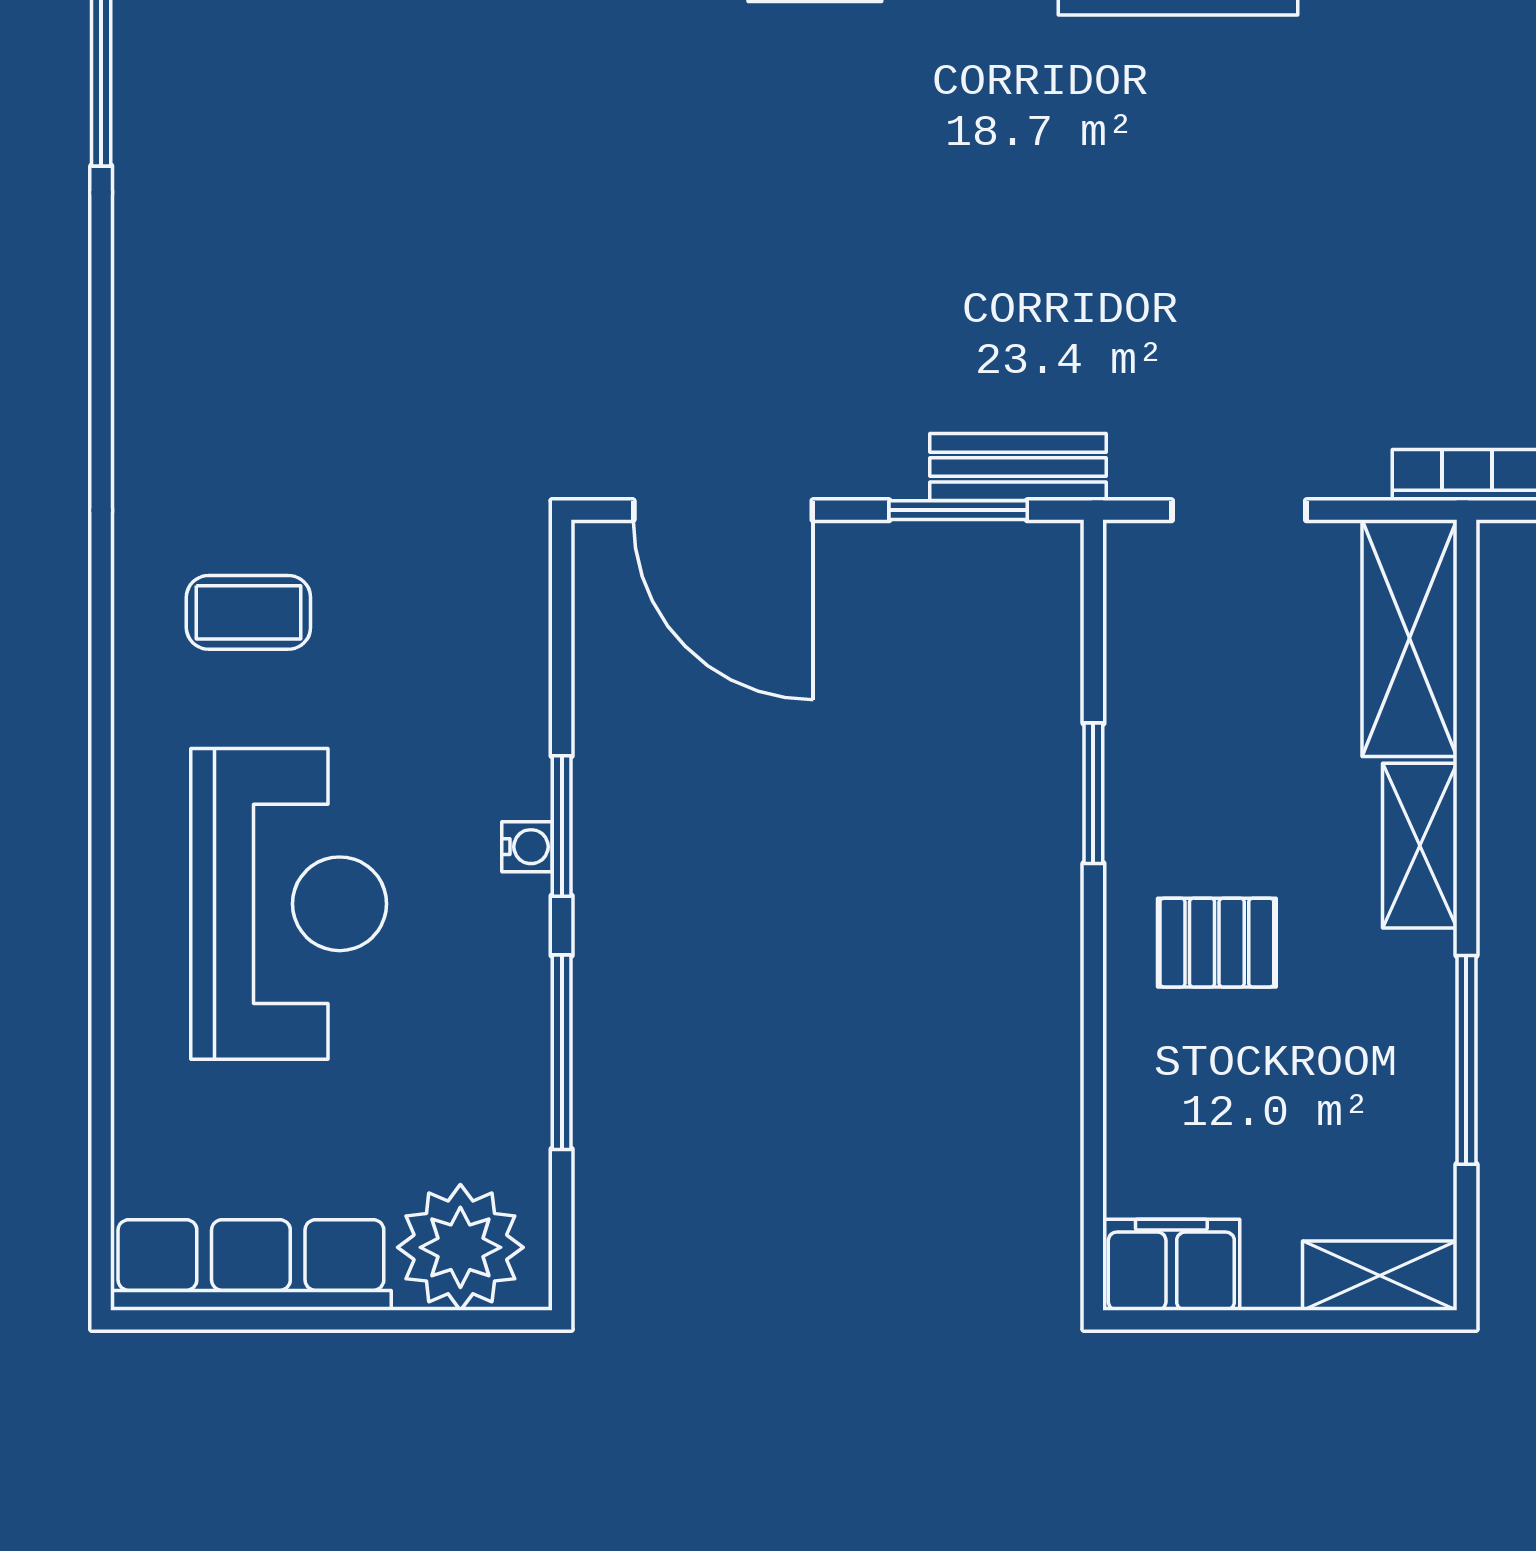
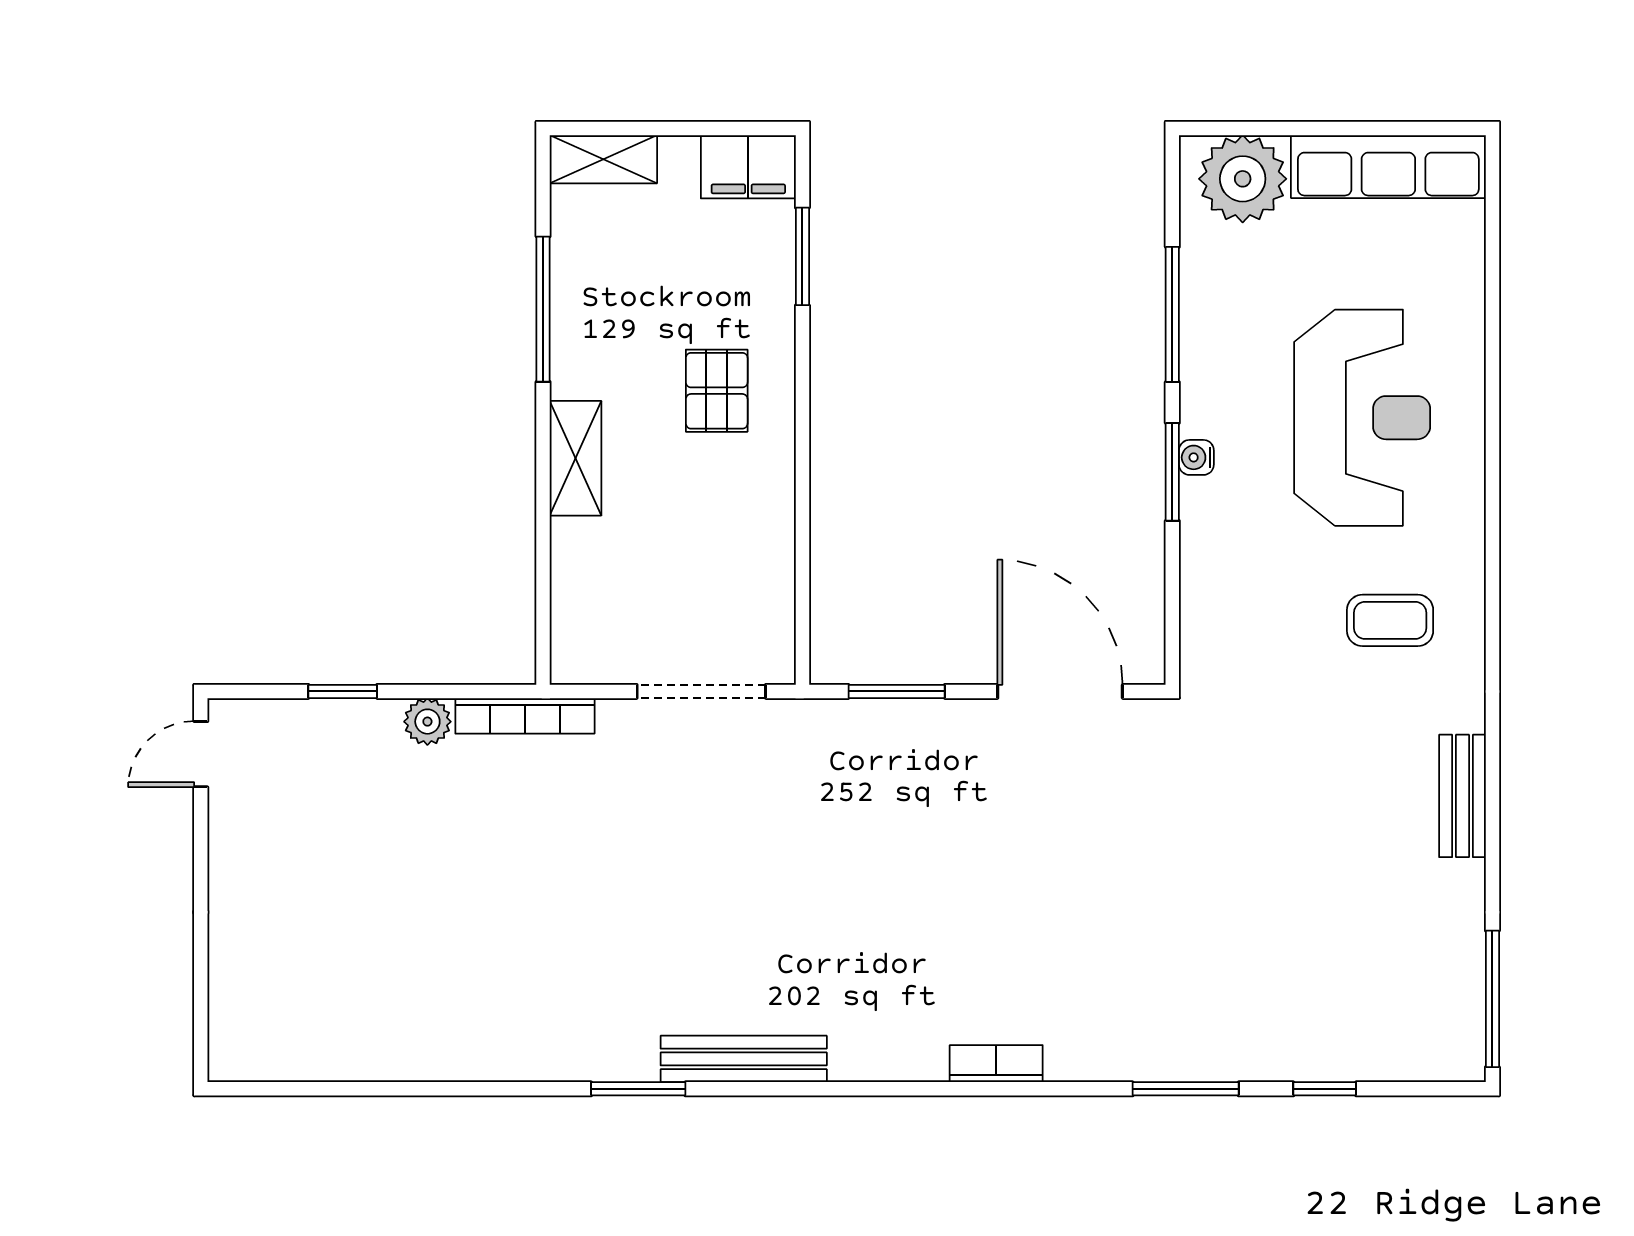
bench: (1018, 467) -> (1462, 796), moved, turned 90
doorway: (1239, 510) -> (701, 691), width x1.38
shelving: (1410, 638) -> (583, 602), removed
window: (1093, 793) -> (802, 256), moved
reception desk: (289, 904) -> (1362, 418), turned 180
pallet: (1217, 943) -> (717, 391), turned 90

